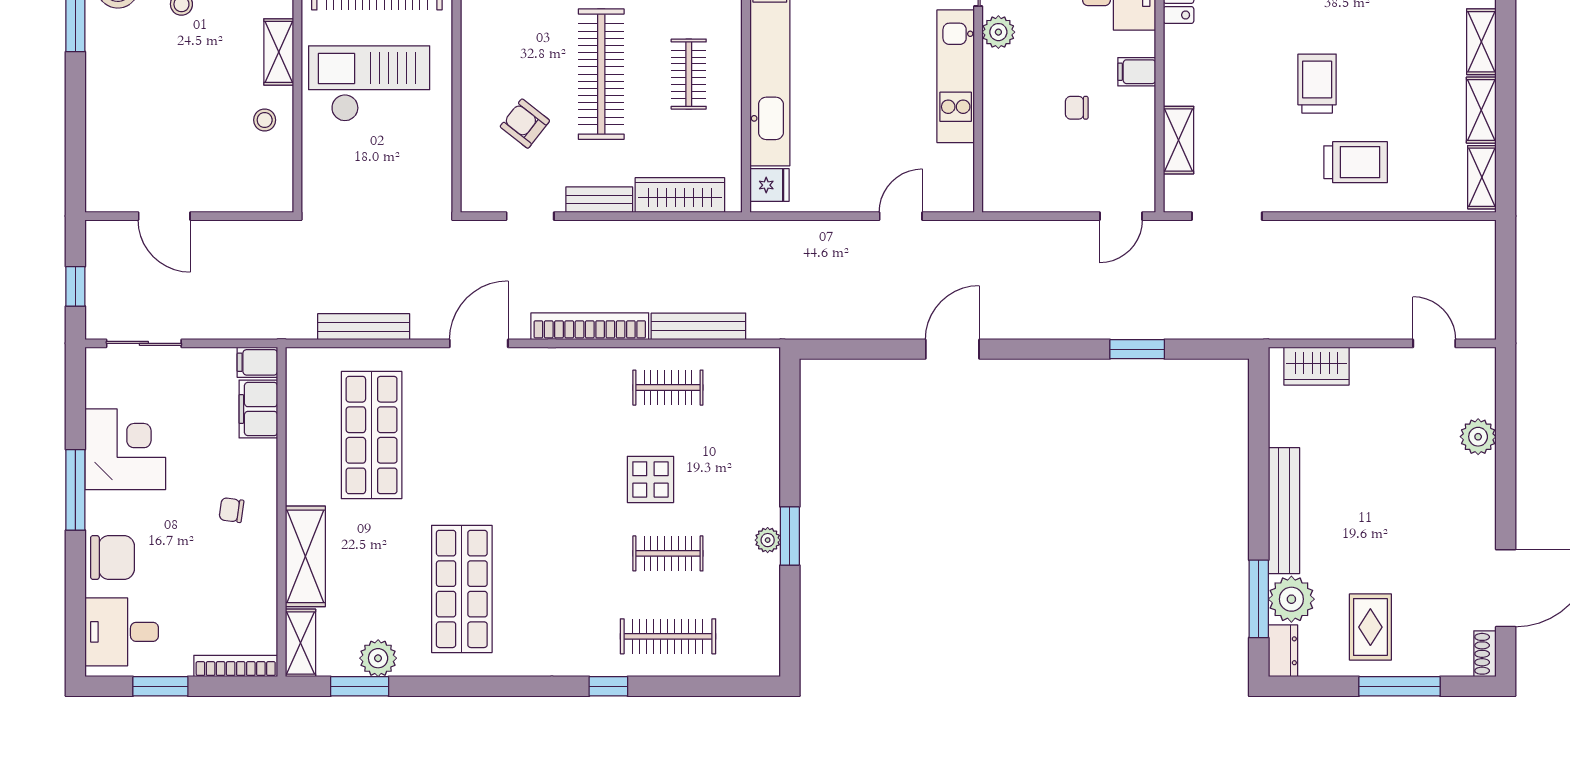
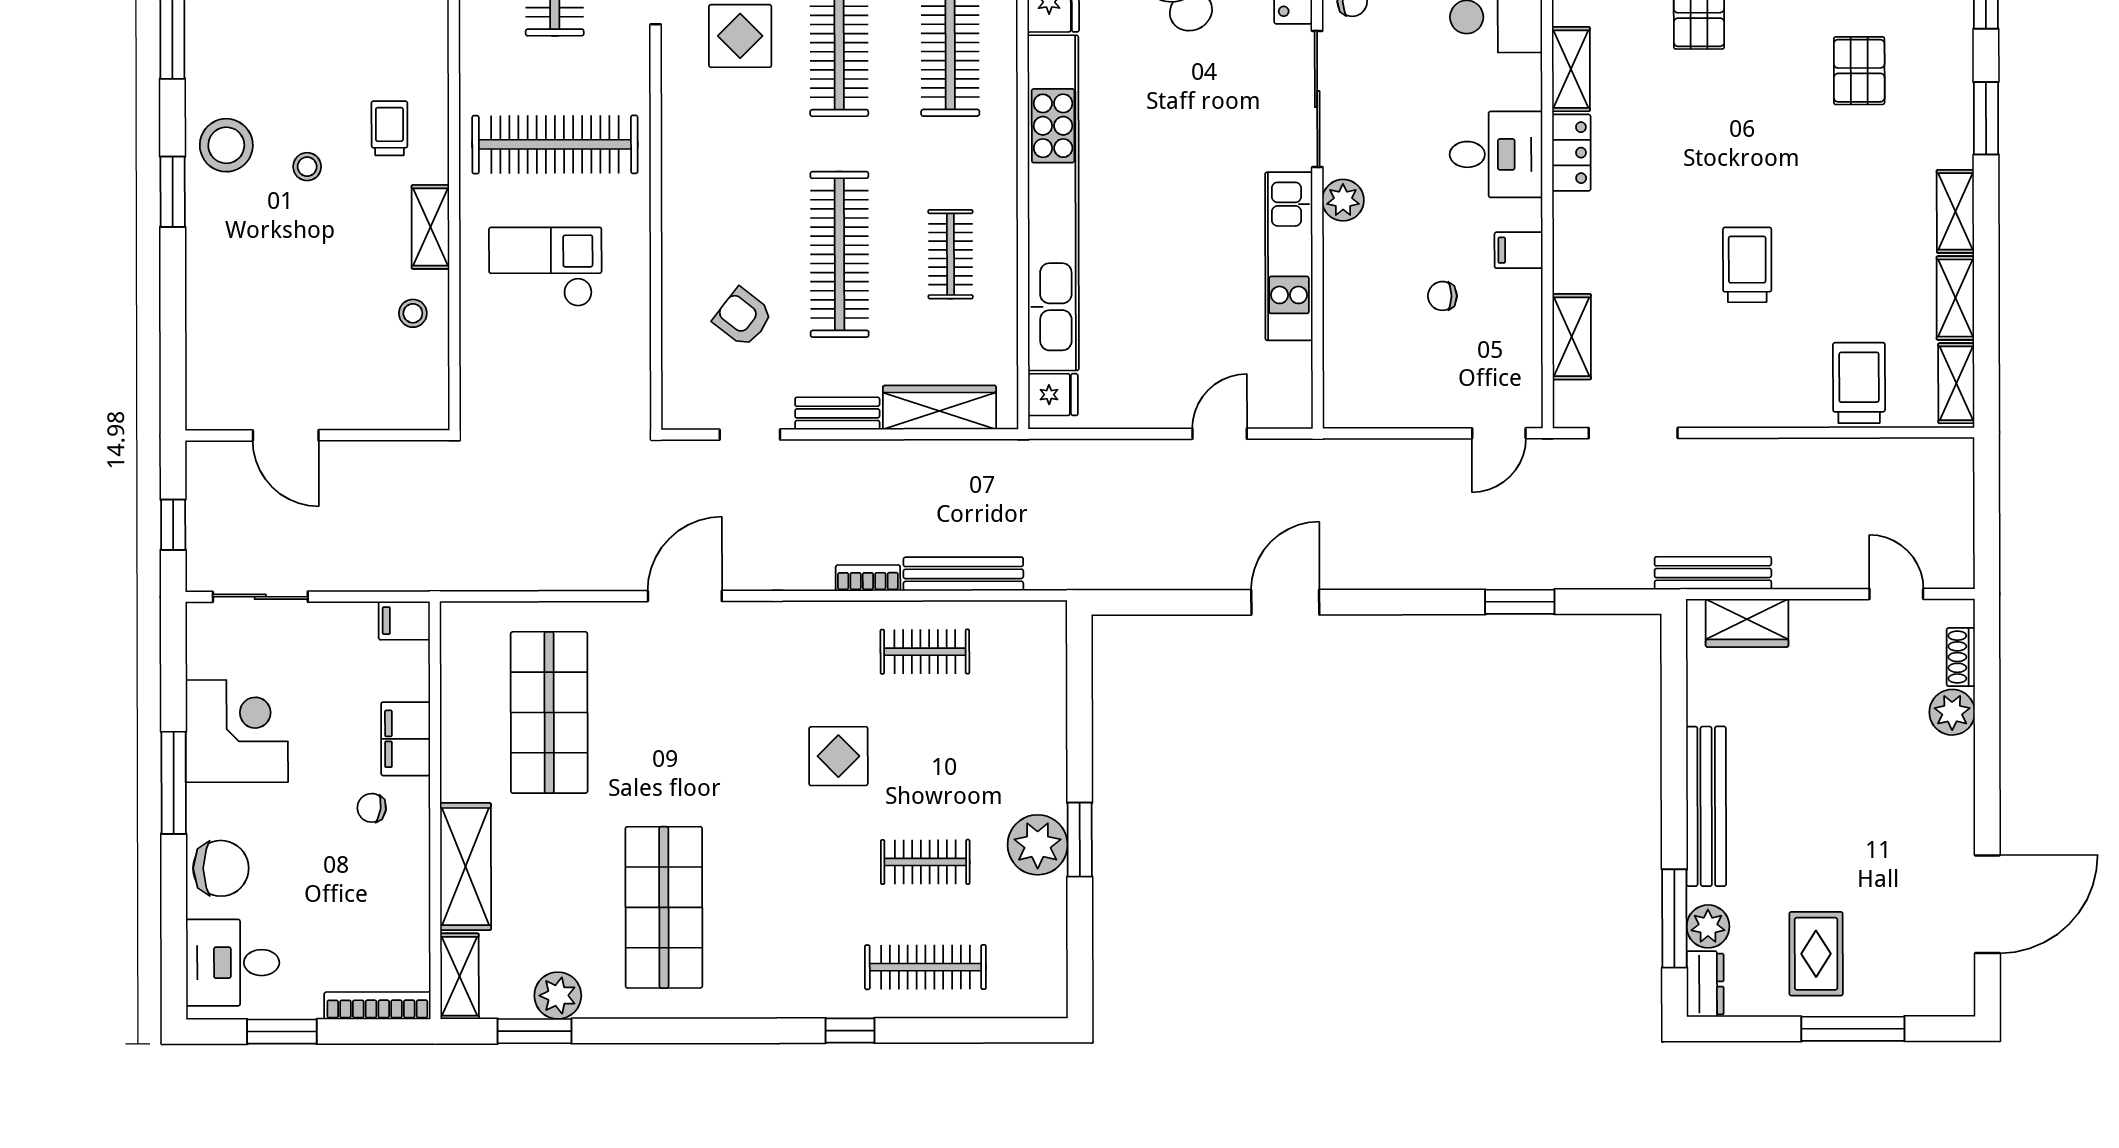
checkout: (369, 84) -> (545, 267), width x0.73, depth x0.83
trolley: (1356, 162) -> (1859, 383), moved, turned -90
bookcase: (590, 326) -> (868, 578), width x0.43, depth x0.76
bench: (364, 327) -> (1713, 573), moved
filing cabinet: (258, 409) -> (406, 739), moved
display table: (650, 479) -> (838, 756), moved
plant: (768, 540) -> (1038, 845), width x1.87, depth x1.87
plant: (1291, 599) -> (1708, 926), width x0.73, depth x0.73
shoe rack: (1485, 654) -> (1961, 657), moved

